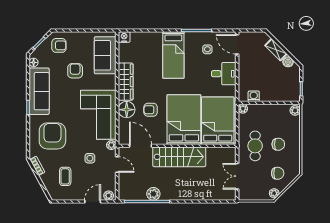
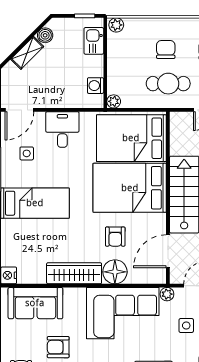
kitchen sink: (284, 95) -> (94, 41), added

